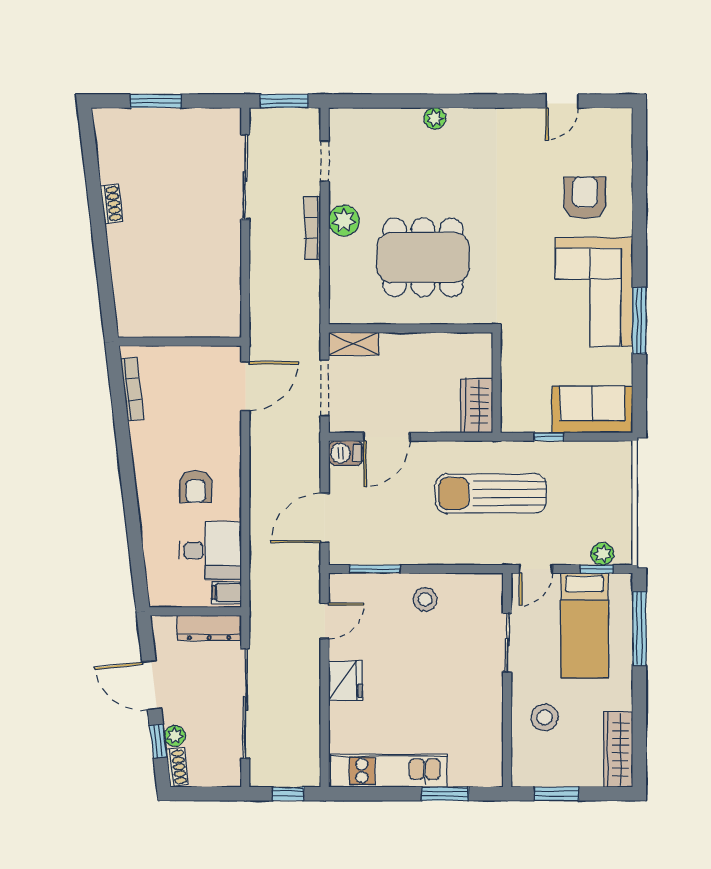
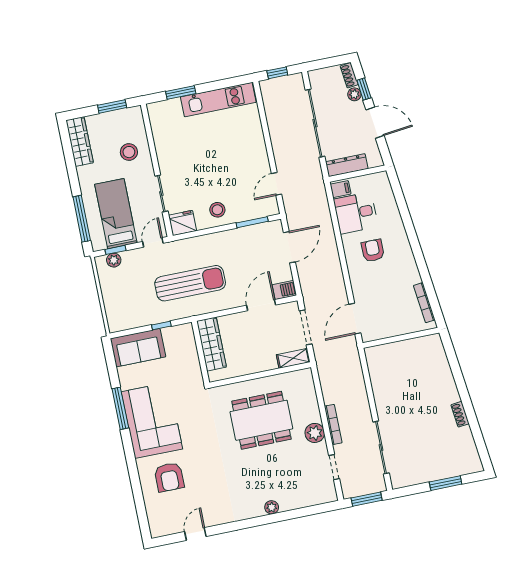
wardrobe: (477, 406) -> (212, 344), width x1.50
fridge: (345, 681) -> (182, 223), moved, turned 90

